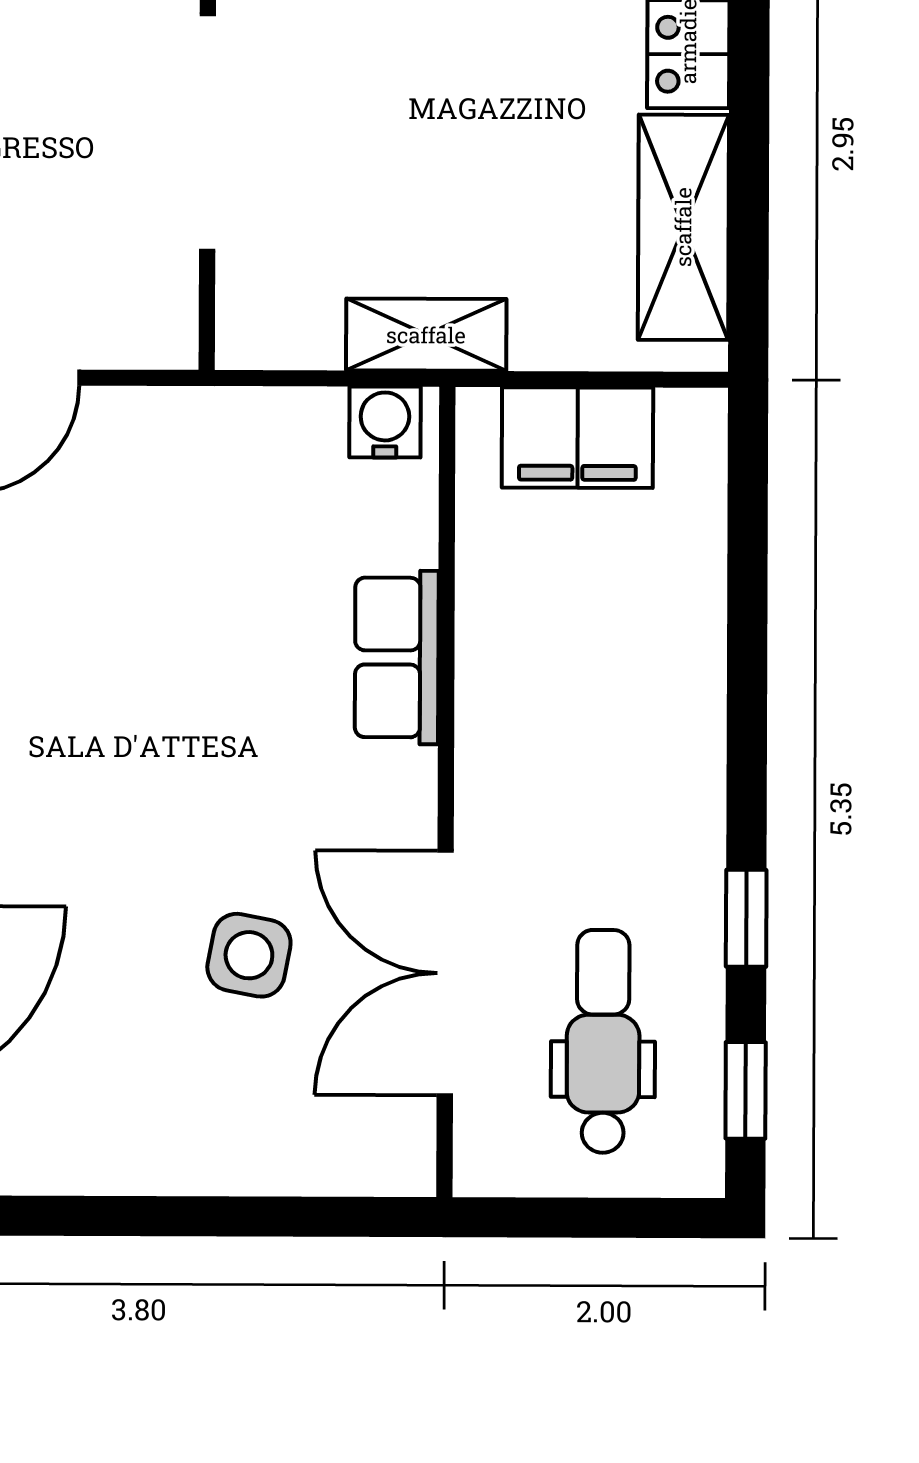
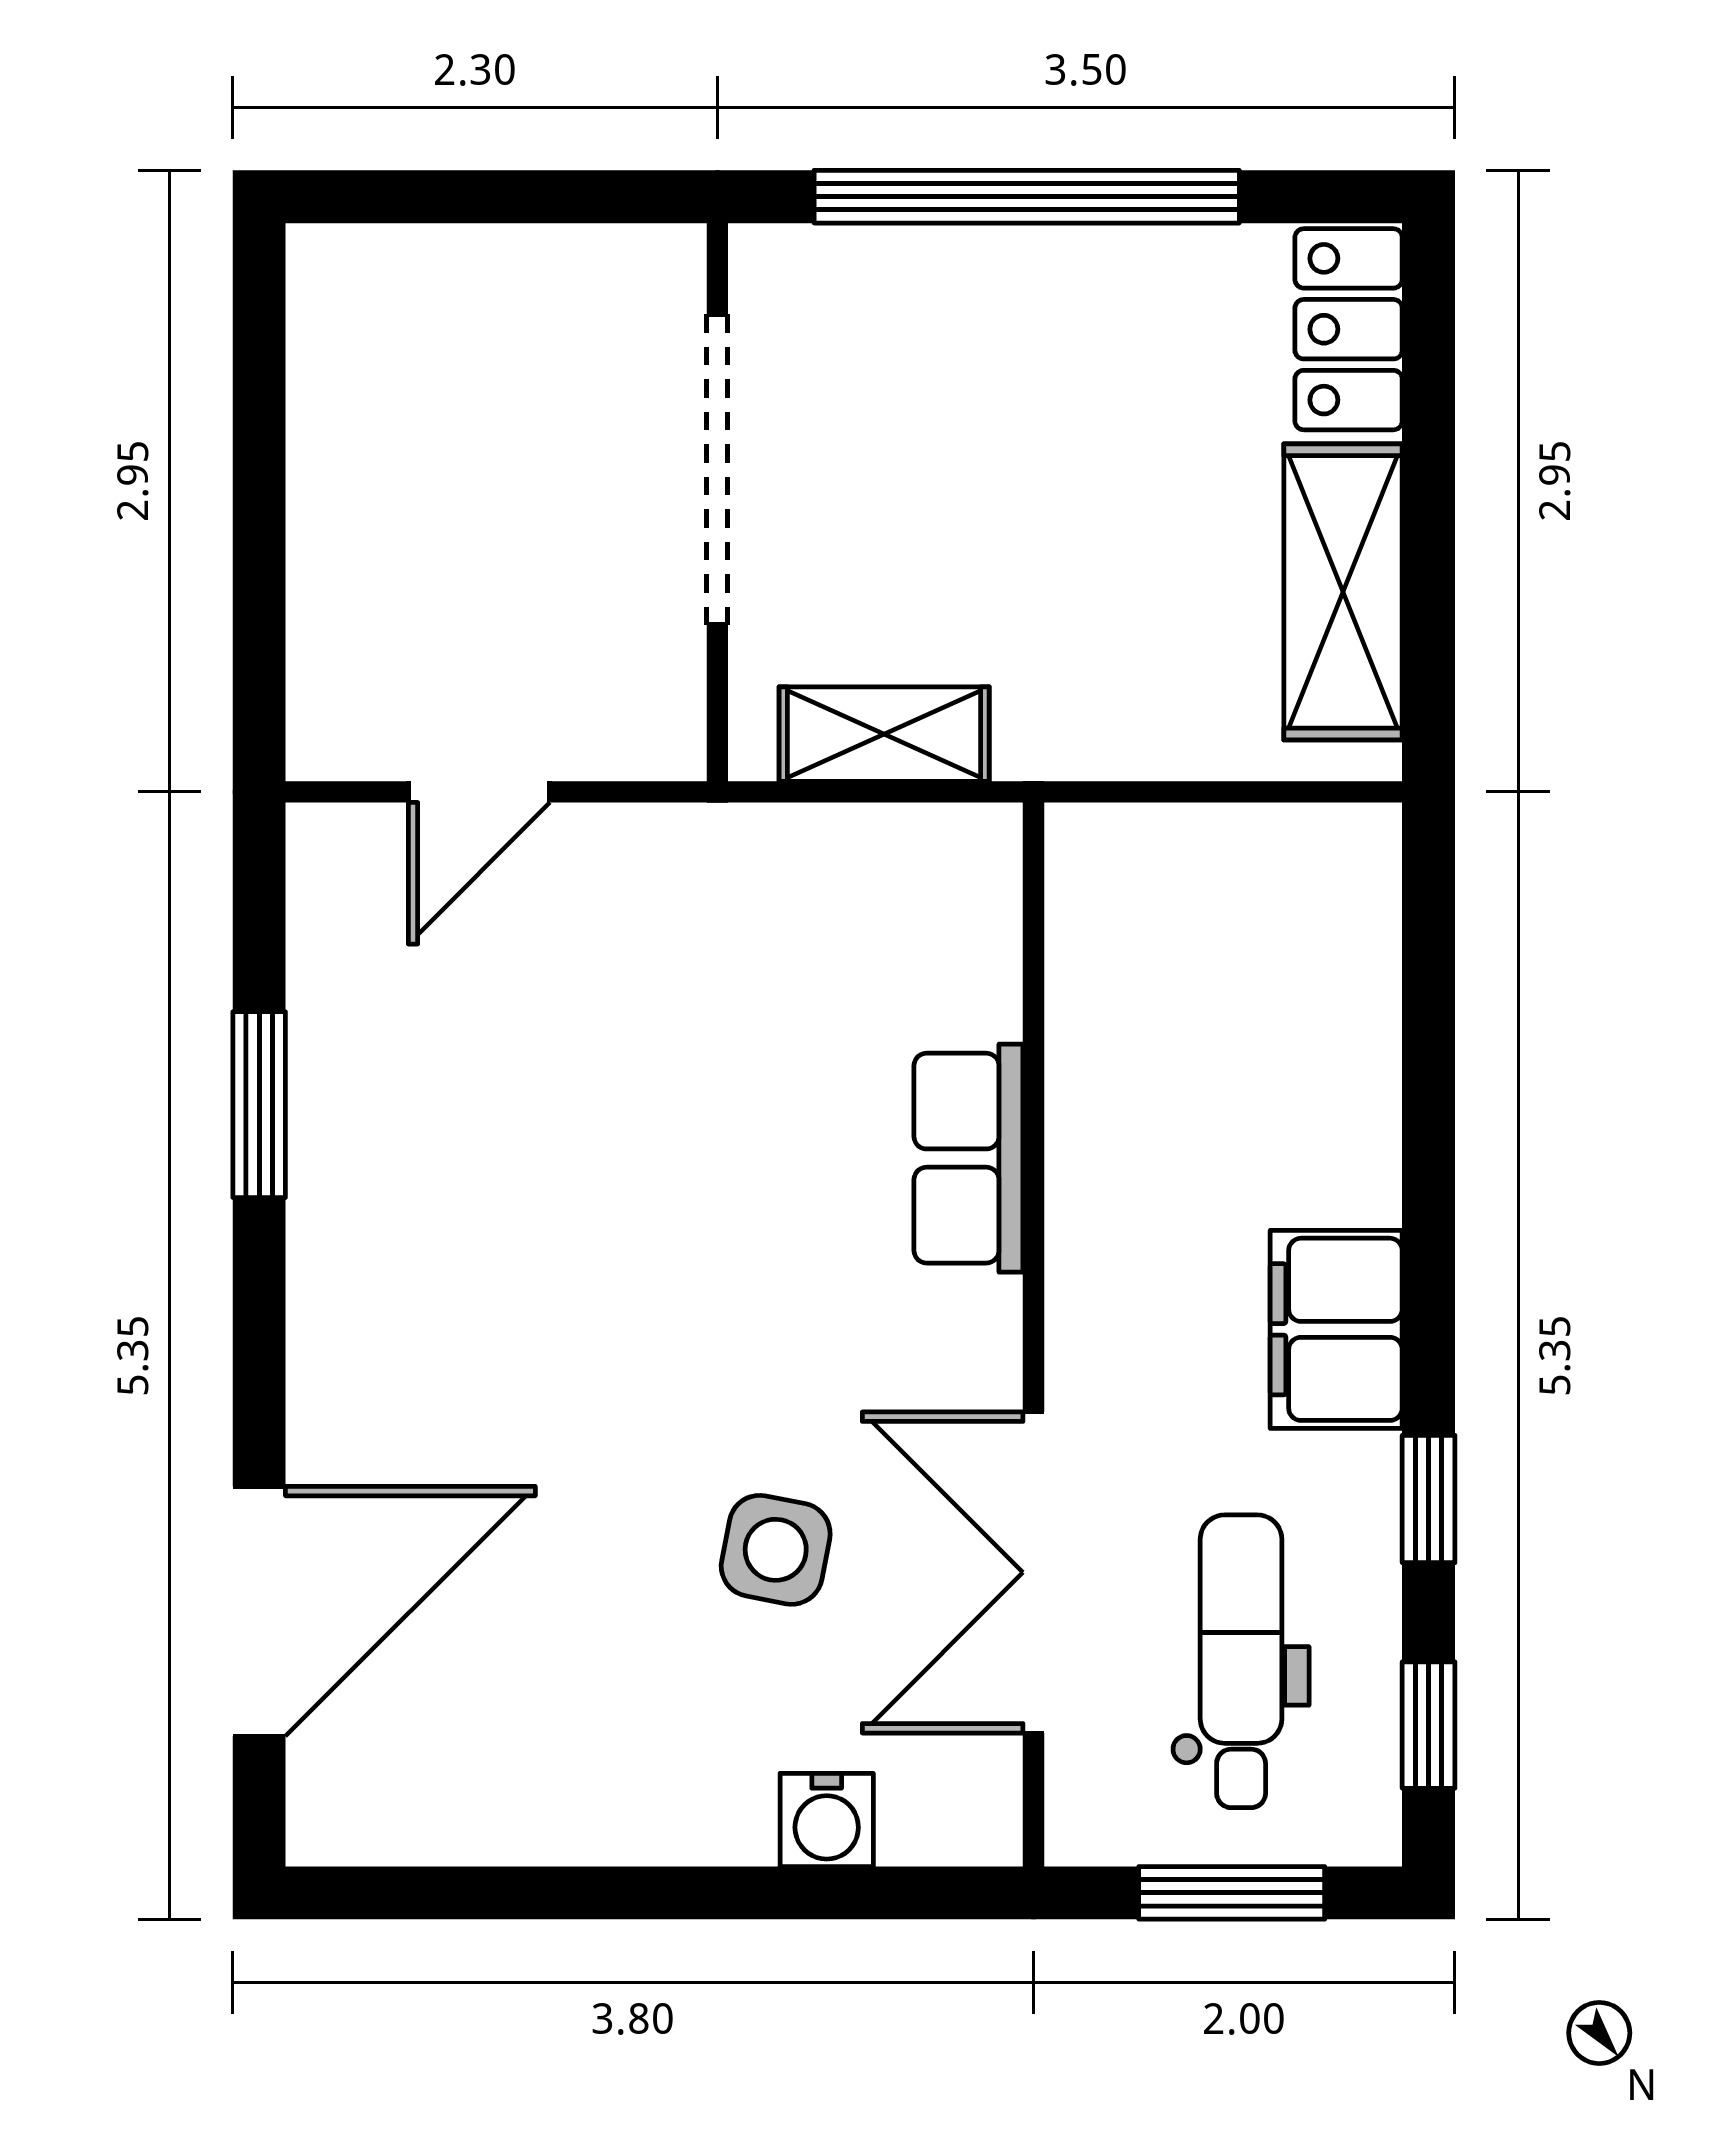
shelving: (426, 335) -> (884, 734), moved
water cooler: (385, 422) -> (827, 1820), moved, turned 180
filing cabinet: (577, 438) -> (1336, 1329), moved, turned 90
window: (595, 1218) -> (1232, 1893), added

